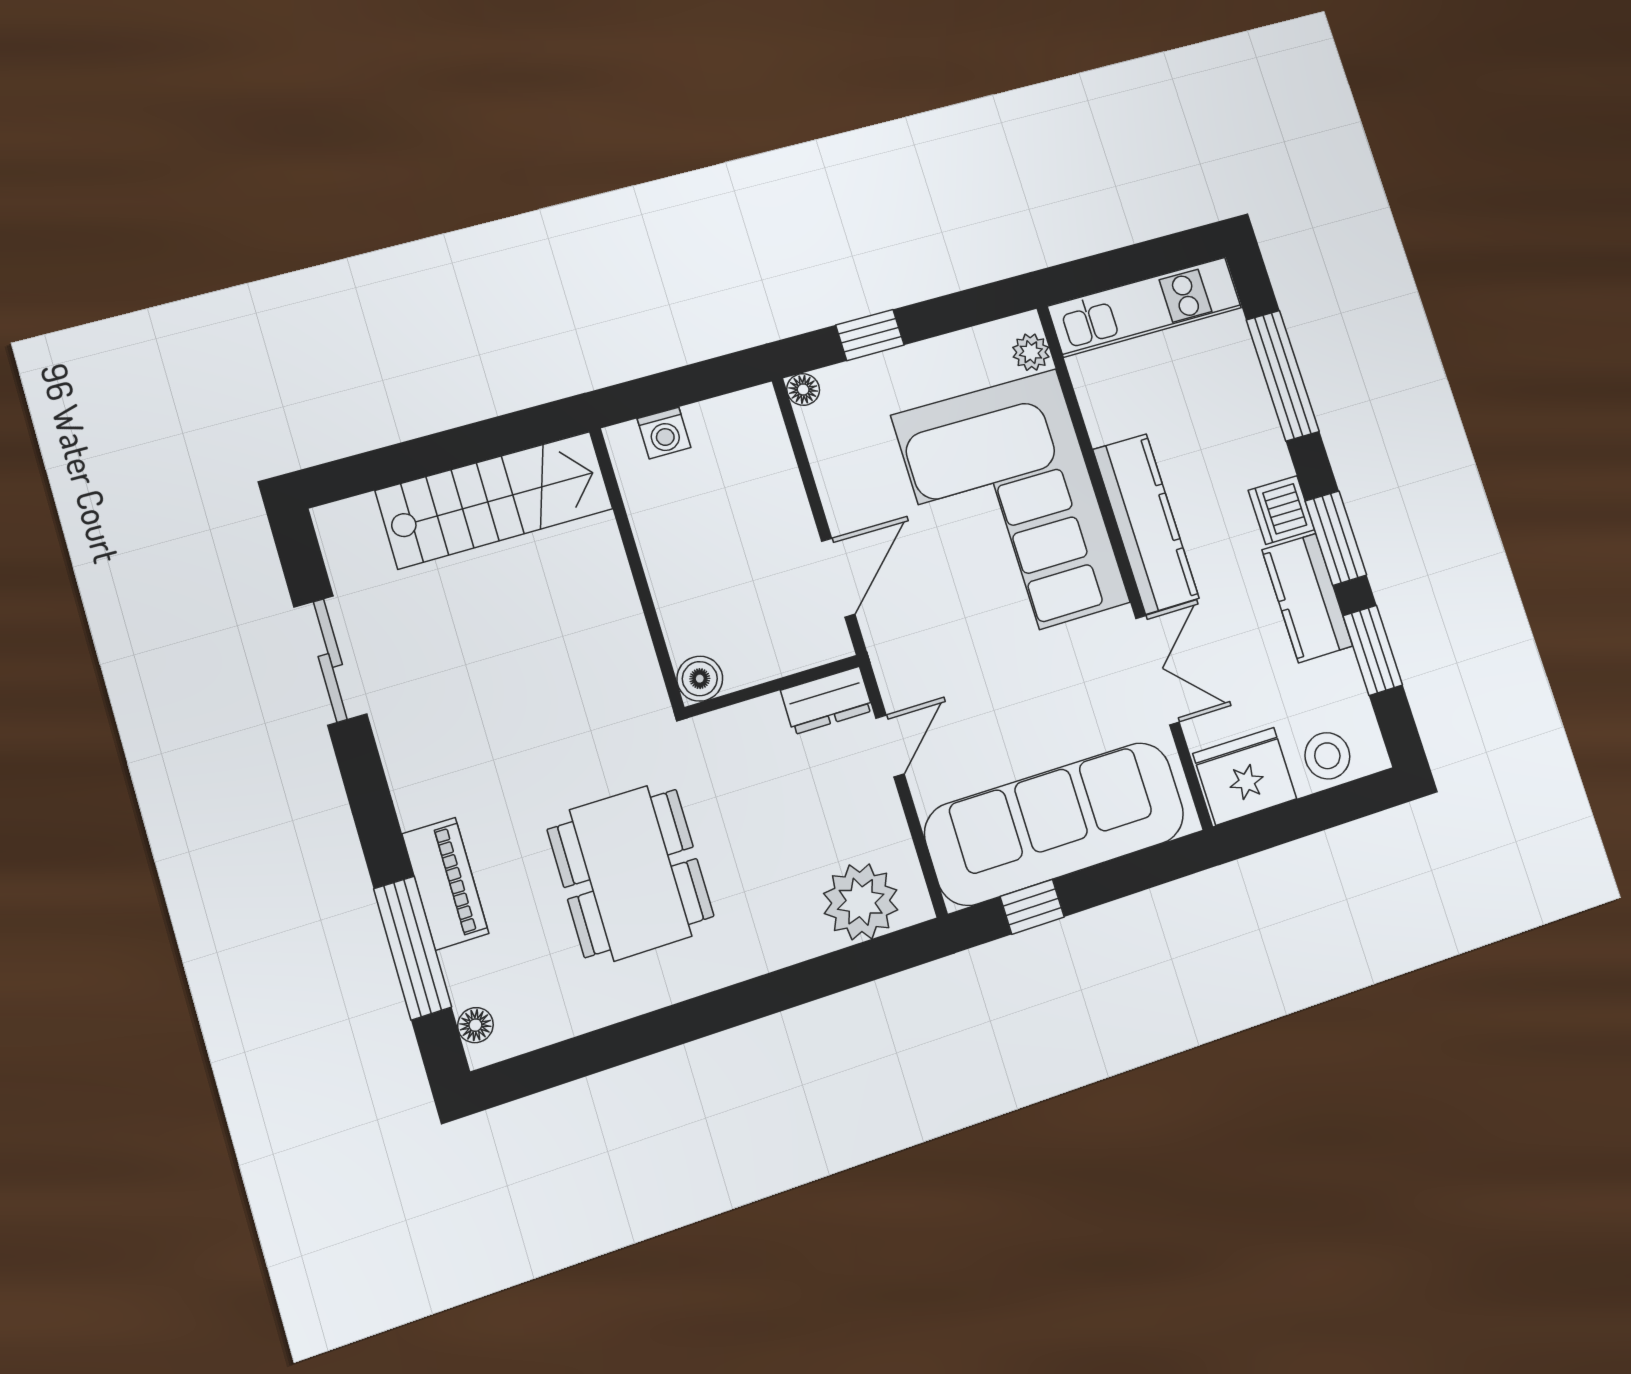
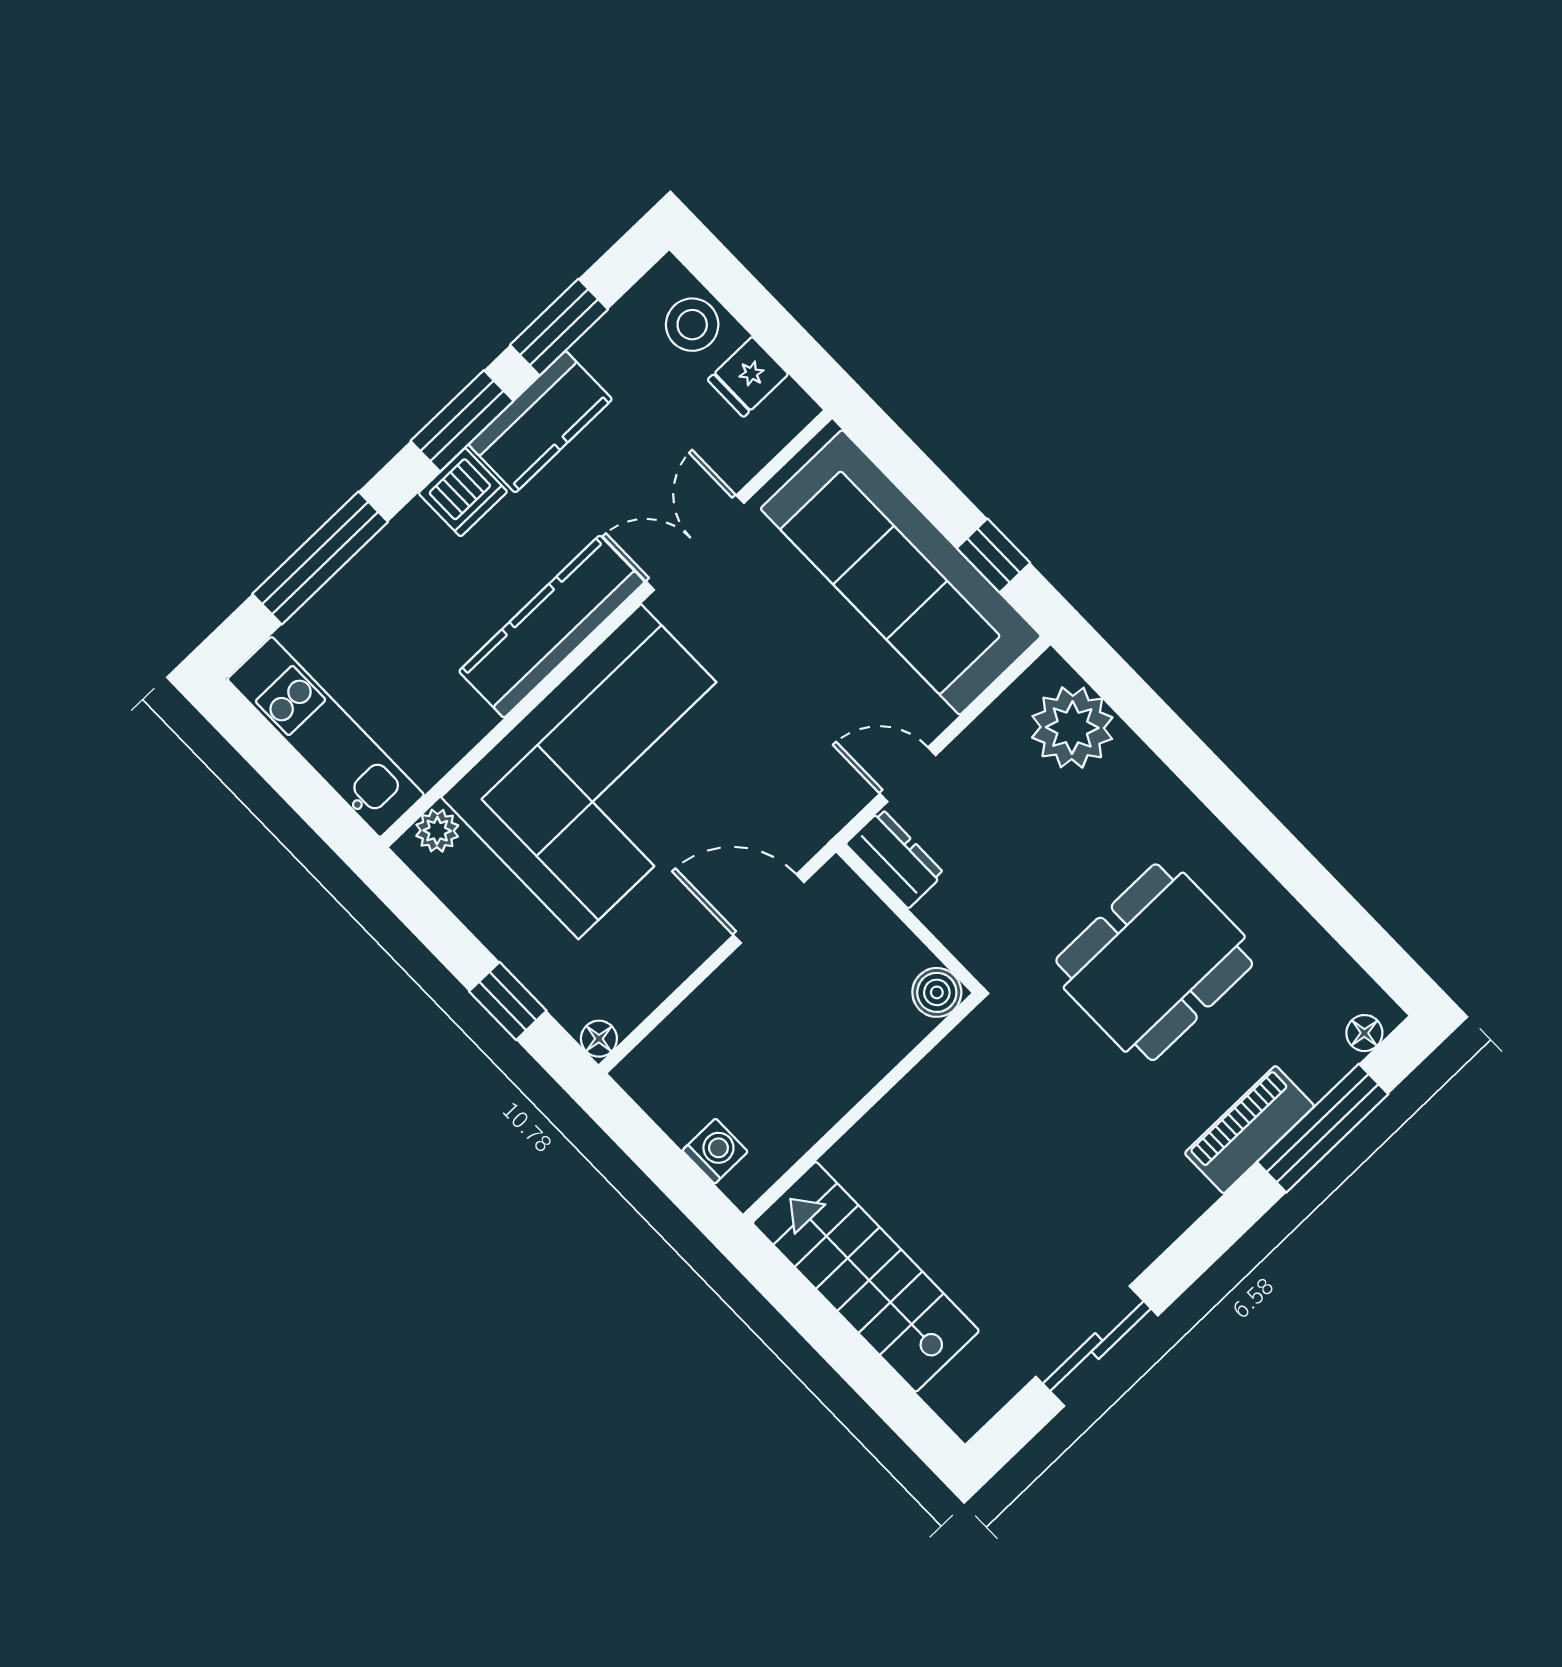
fridge: (1245, 776) -> (748, 377), width x0.53, depth x0.75

